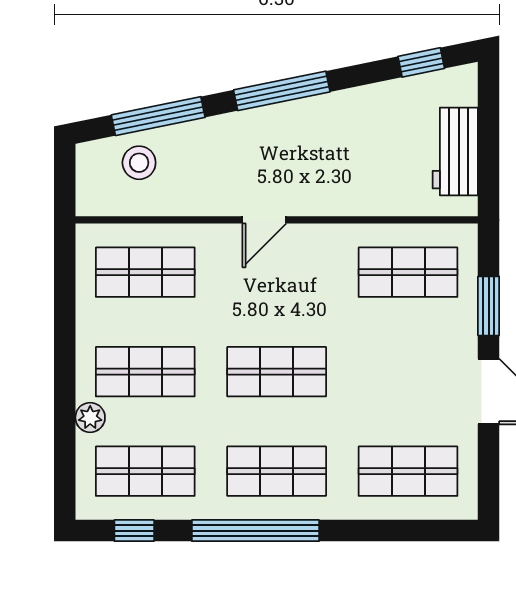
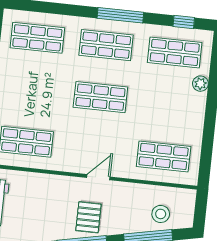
pallet: (275, 142) -> (88, 217), added
shop shelf: (145, 372) -> (169, 104), removed
window: (256, 531) -> (120, 15), width x0.68

